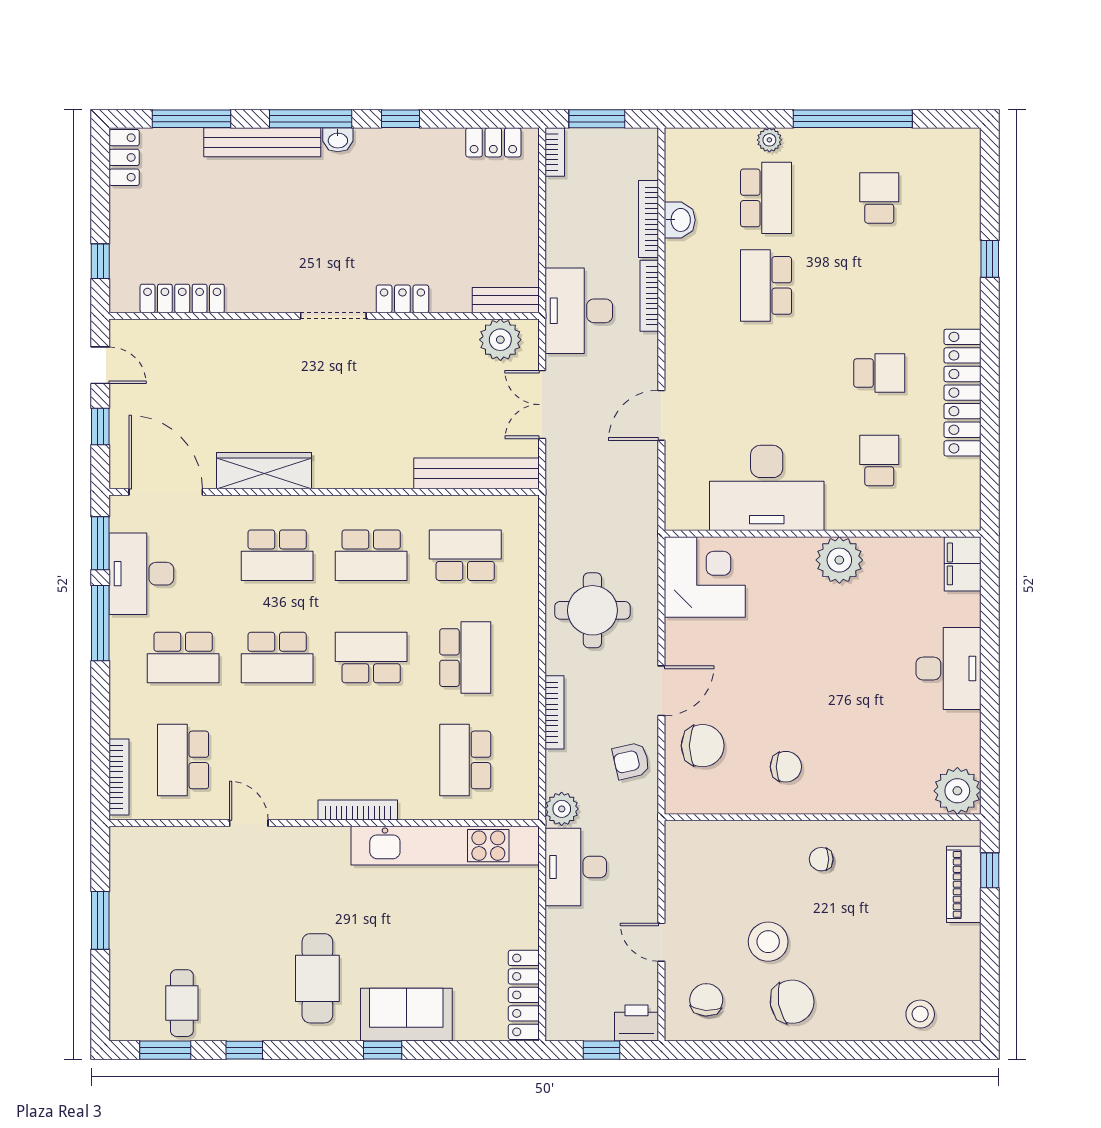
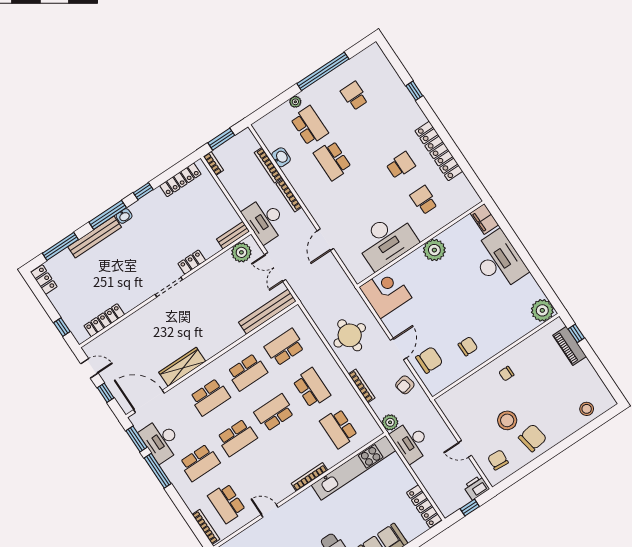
locker: (493, 142) -> (180, 180), width x1.53
desk: (948, 668) -> (499, 261), width x1.36, depth x1.30

